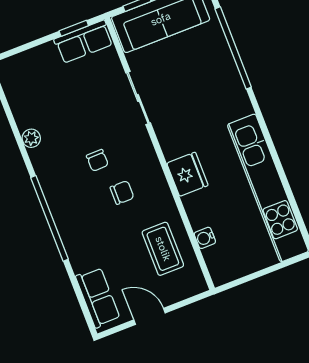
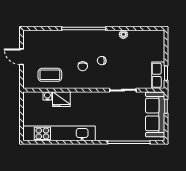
fridge: (187, 174) -> (61, 99), moved
row of seats: (98, 297) -> (39, 37), removed
door: (150, 316) -> (21, 57), swing flipped

